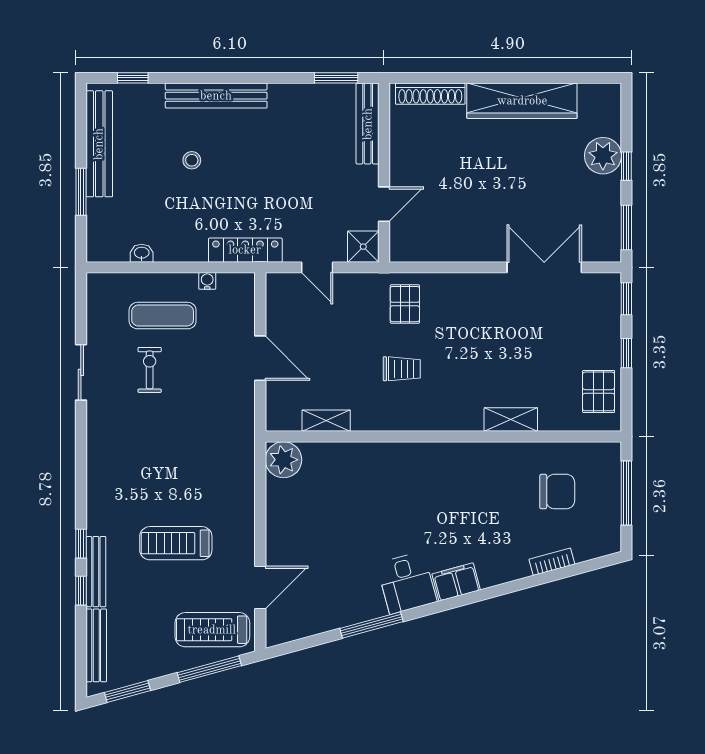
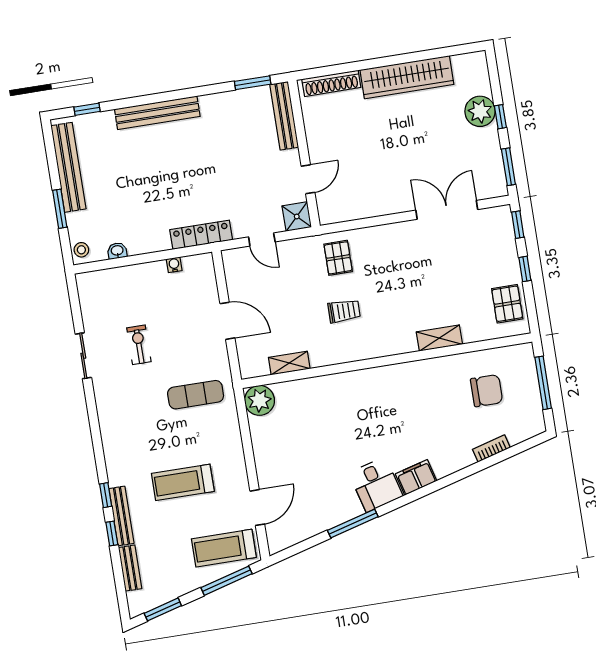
stool: (192, 160) -> (81, 250), moved
exercise mat: (163, 316) -> (196, 395), moved
bench: (96, 645) -> (130, 568), width x0.73

